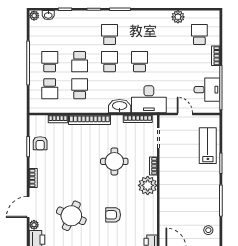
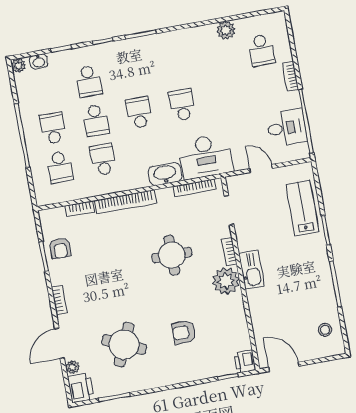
school desk: (110, 34) -> (89, 81), moved, turned 180
school desk: (199, 34) -> (261, 50), turned 180
kitchen sink: (166, 181) -> (251, 270), added

